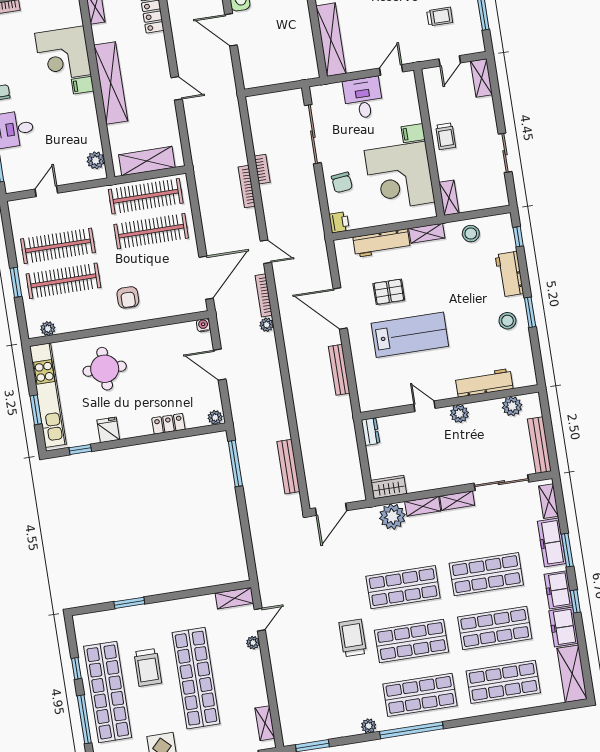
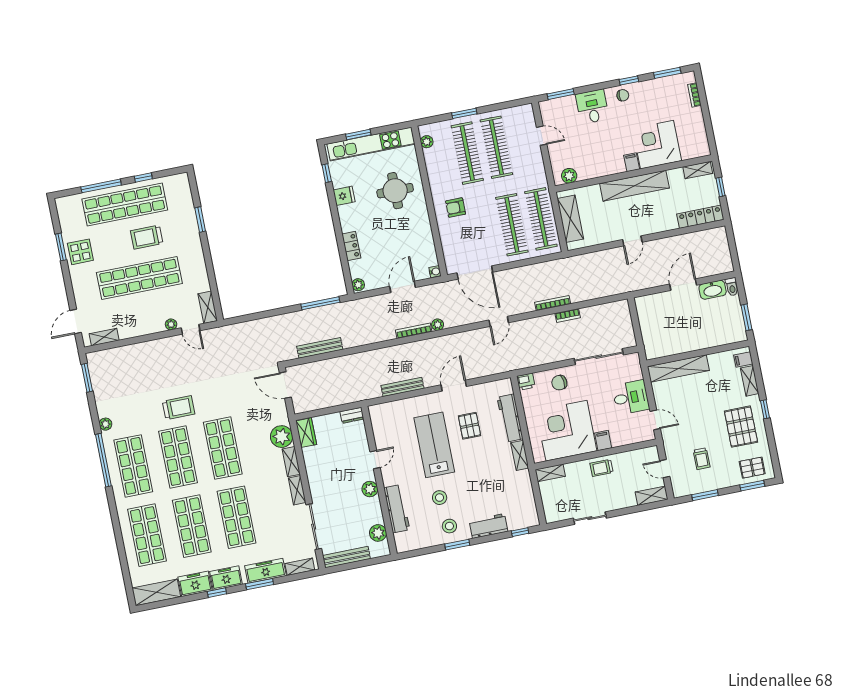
stool: (471, 234) -> (440, 498), moved
bookcase: (264, 295) -> (414, 331), moved
door: (340, 309) -> (454, 386), width x0.73
lab bench: (410, 335) -> (434, 445), turned 180

